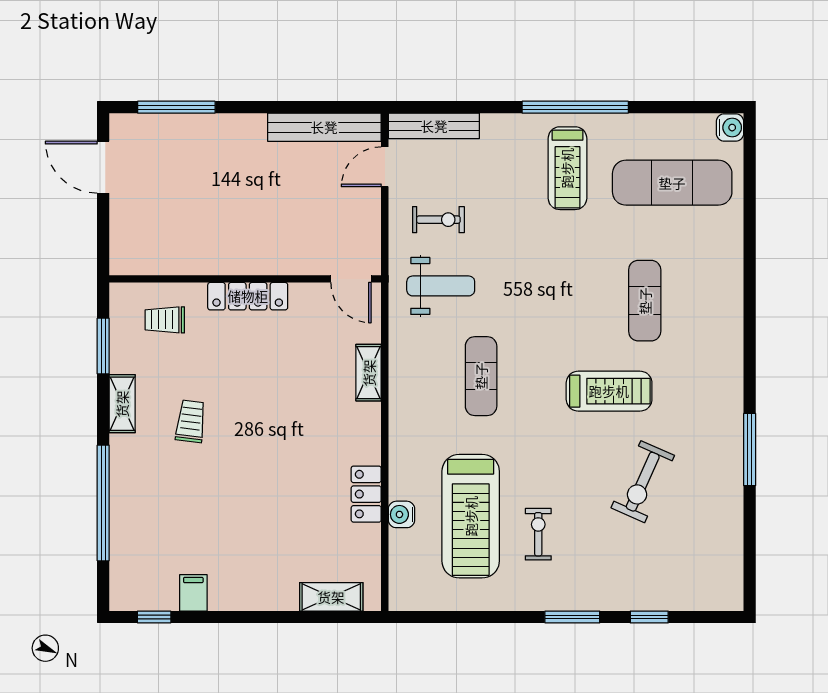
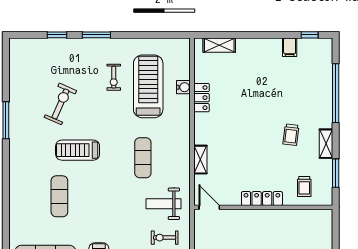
trolley: (165, 320) -> (304, 186), turned 90

